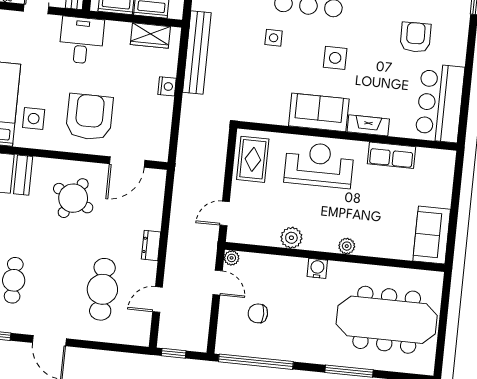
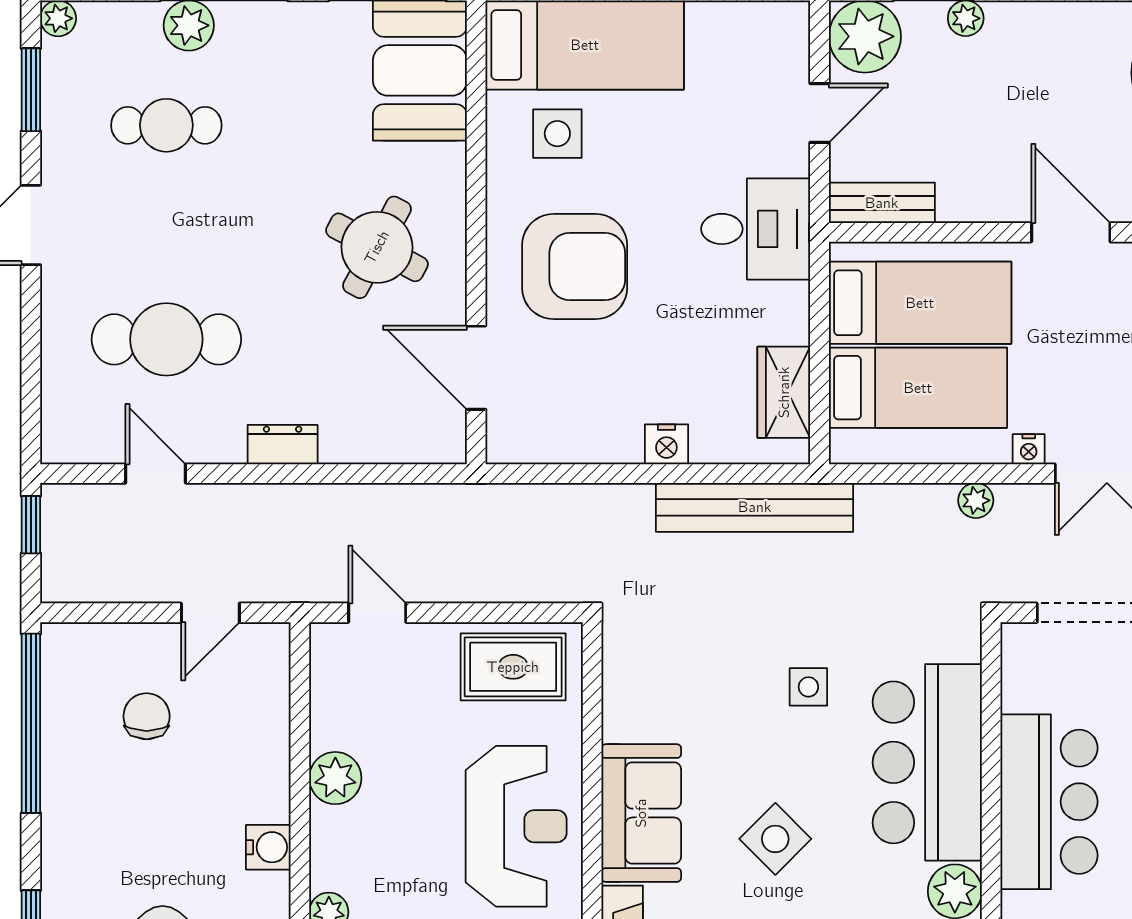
side table: (335, 58) -> (775, 839), turned 45
plant: (232, 258) -> (273, 640), removed

